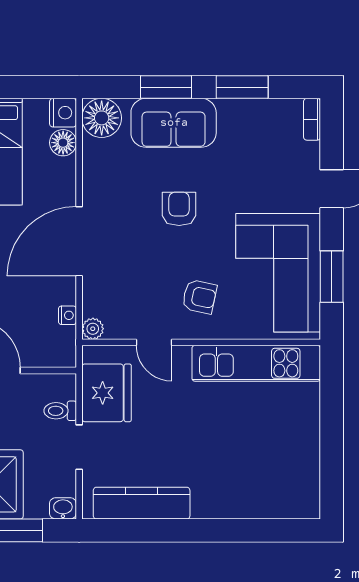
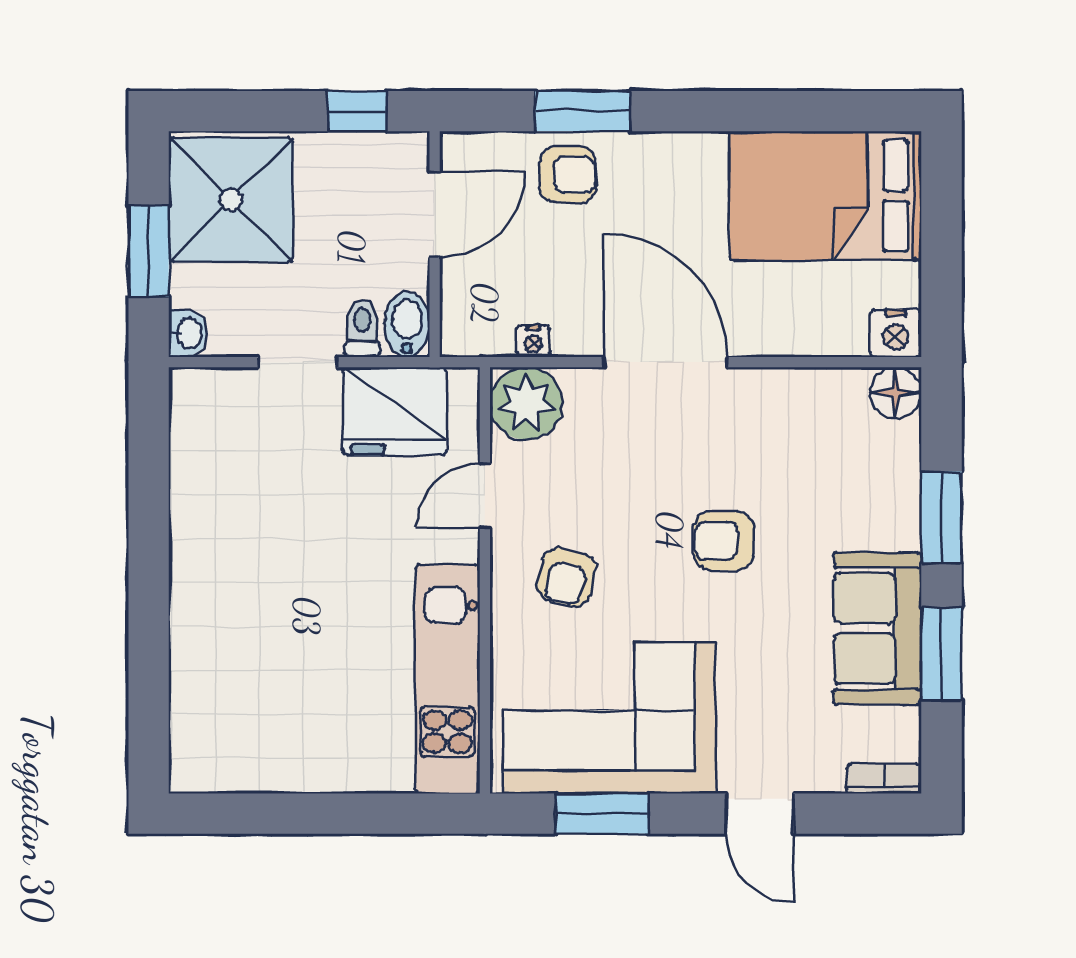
floor lamp: (102, 118) -> (896, 393), width x0.73, depth x0.73
sofa: (174, 123) -> (877, 628), moved
floor lamp: (63, 143) -> (842, 333), removed
armchair: (179, 209) -> (724, 541), turned 180
plant: (93, 329) -> (526, 403), width x1.87, depth x1.87
bidet: (58, 386) -> (407, 324), added
kitchen counter: (142, 503) -> (197, 474), removed

